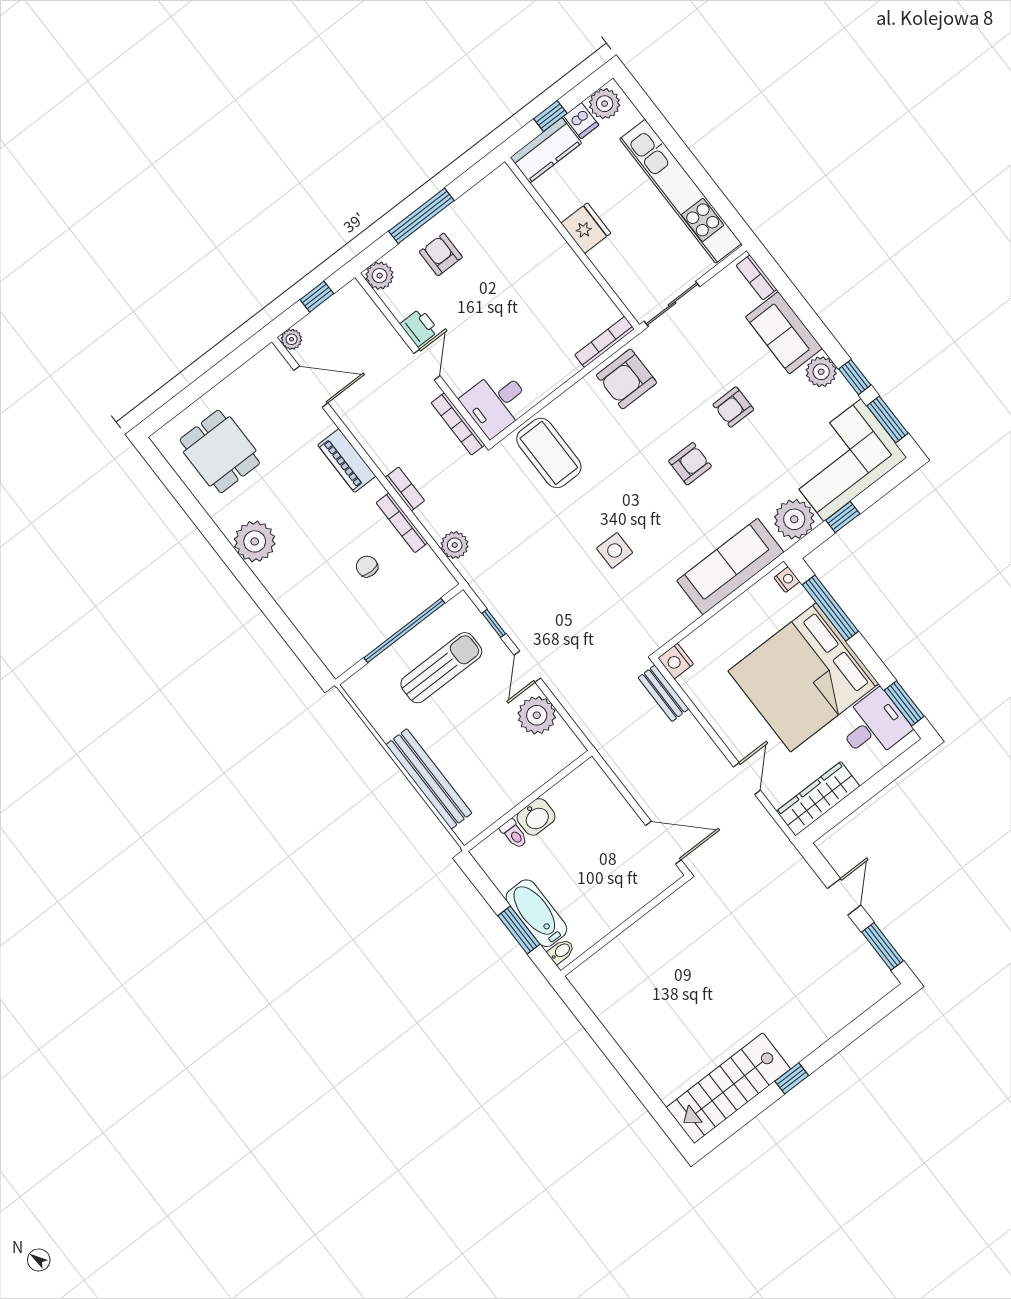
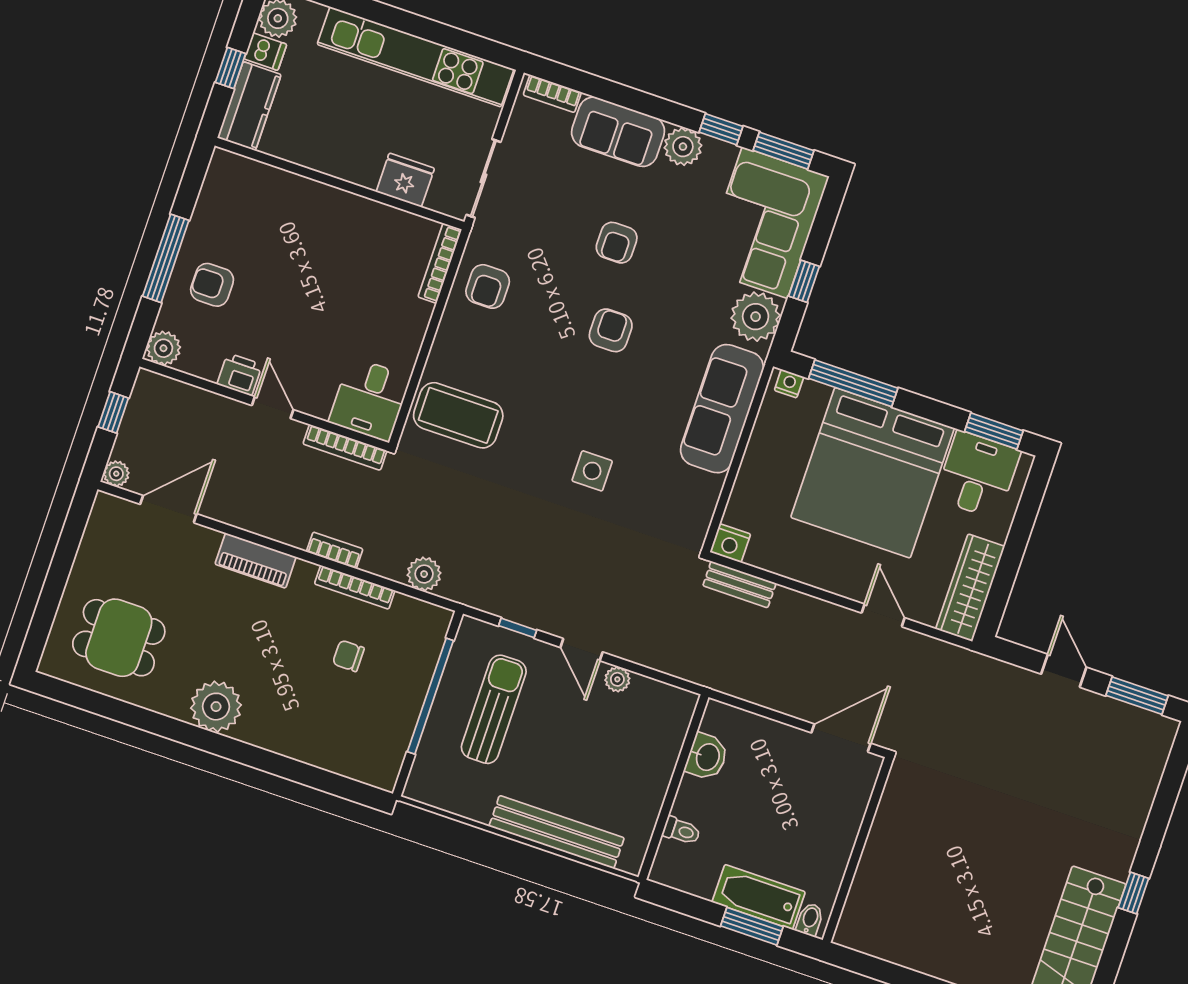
fridge: (586, 228) -> (405, 180), moved
armchair: (626, 379) -> (488, 286), width x0.72, depth x0.72
plant: (537, 715) -> (617, 679), width x0.53, depth x0.53
washbasin: (536, 817) -> (707, 757), moved

